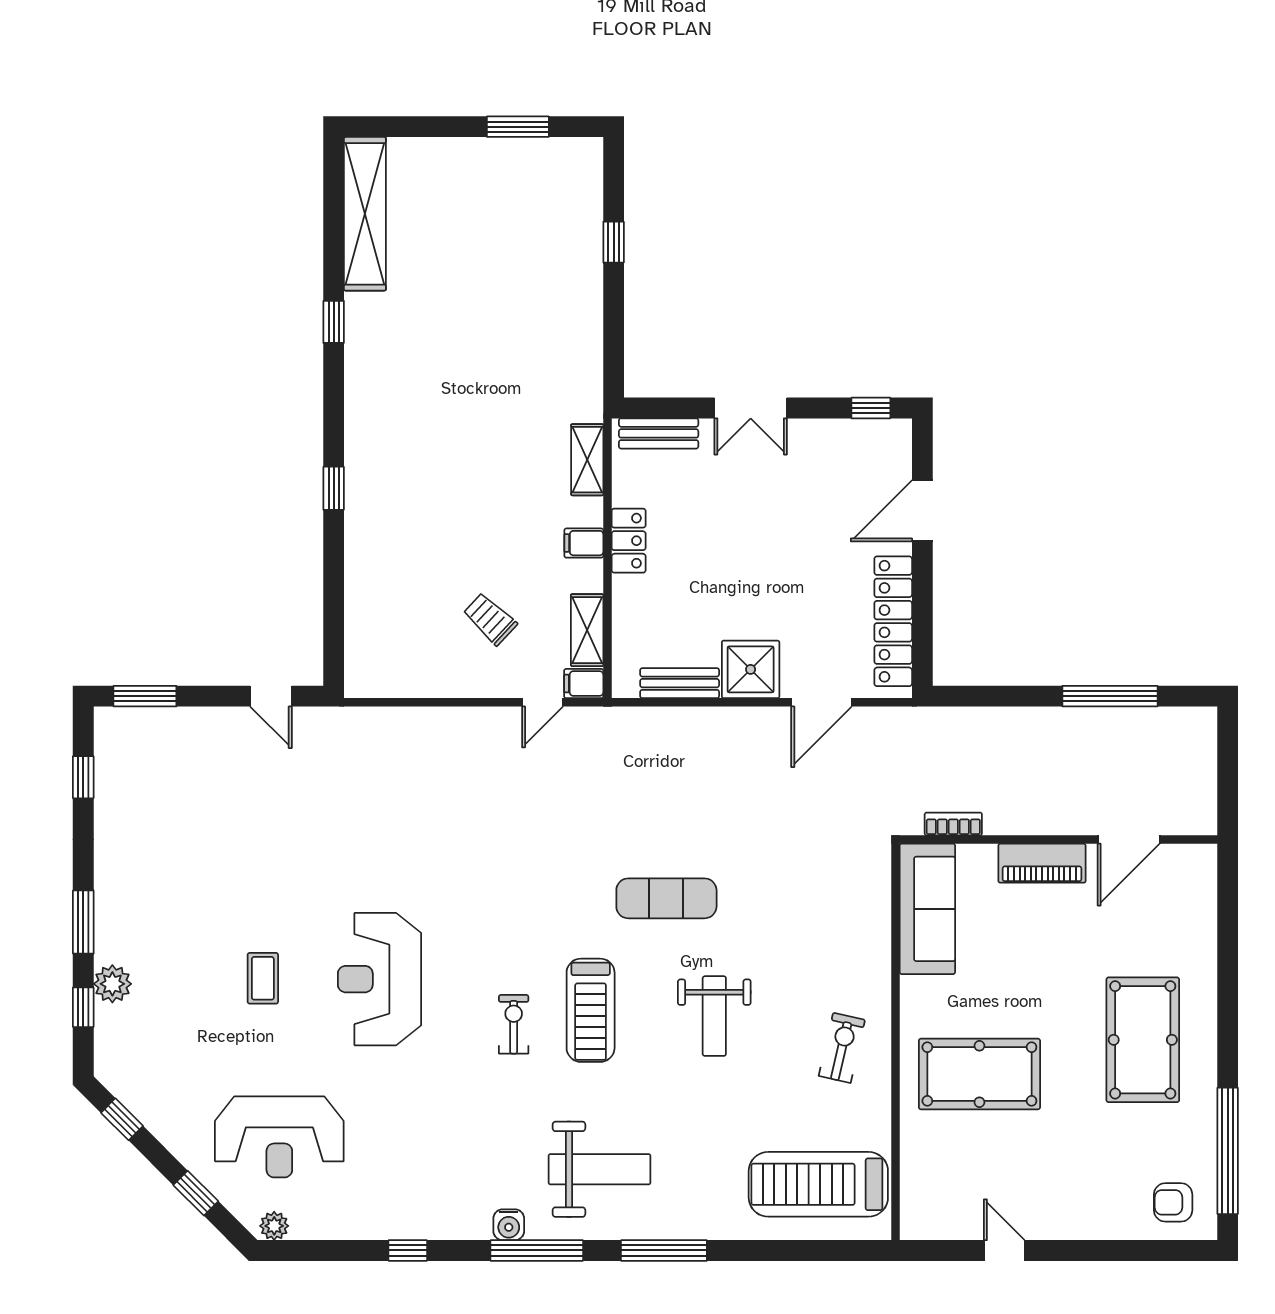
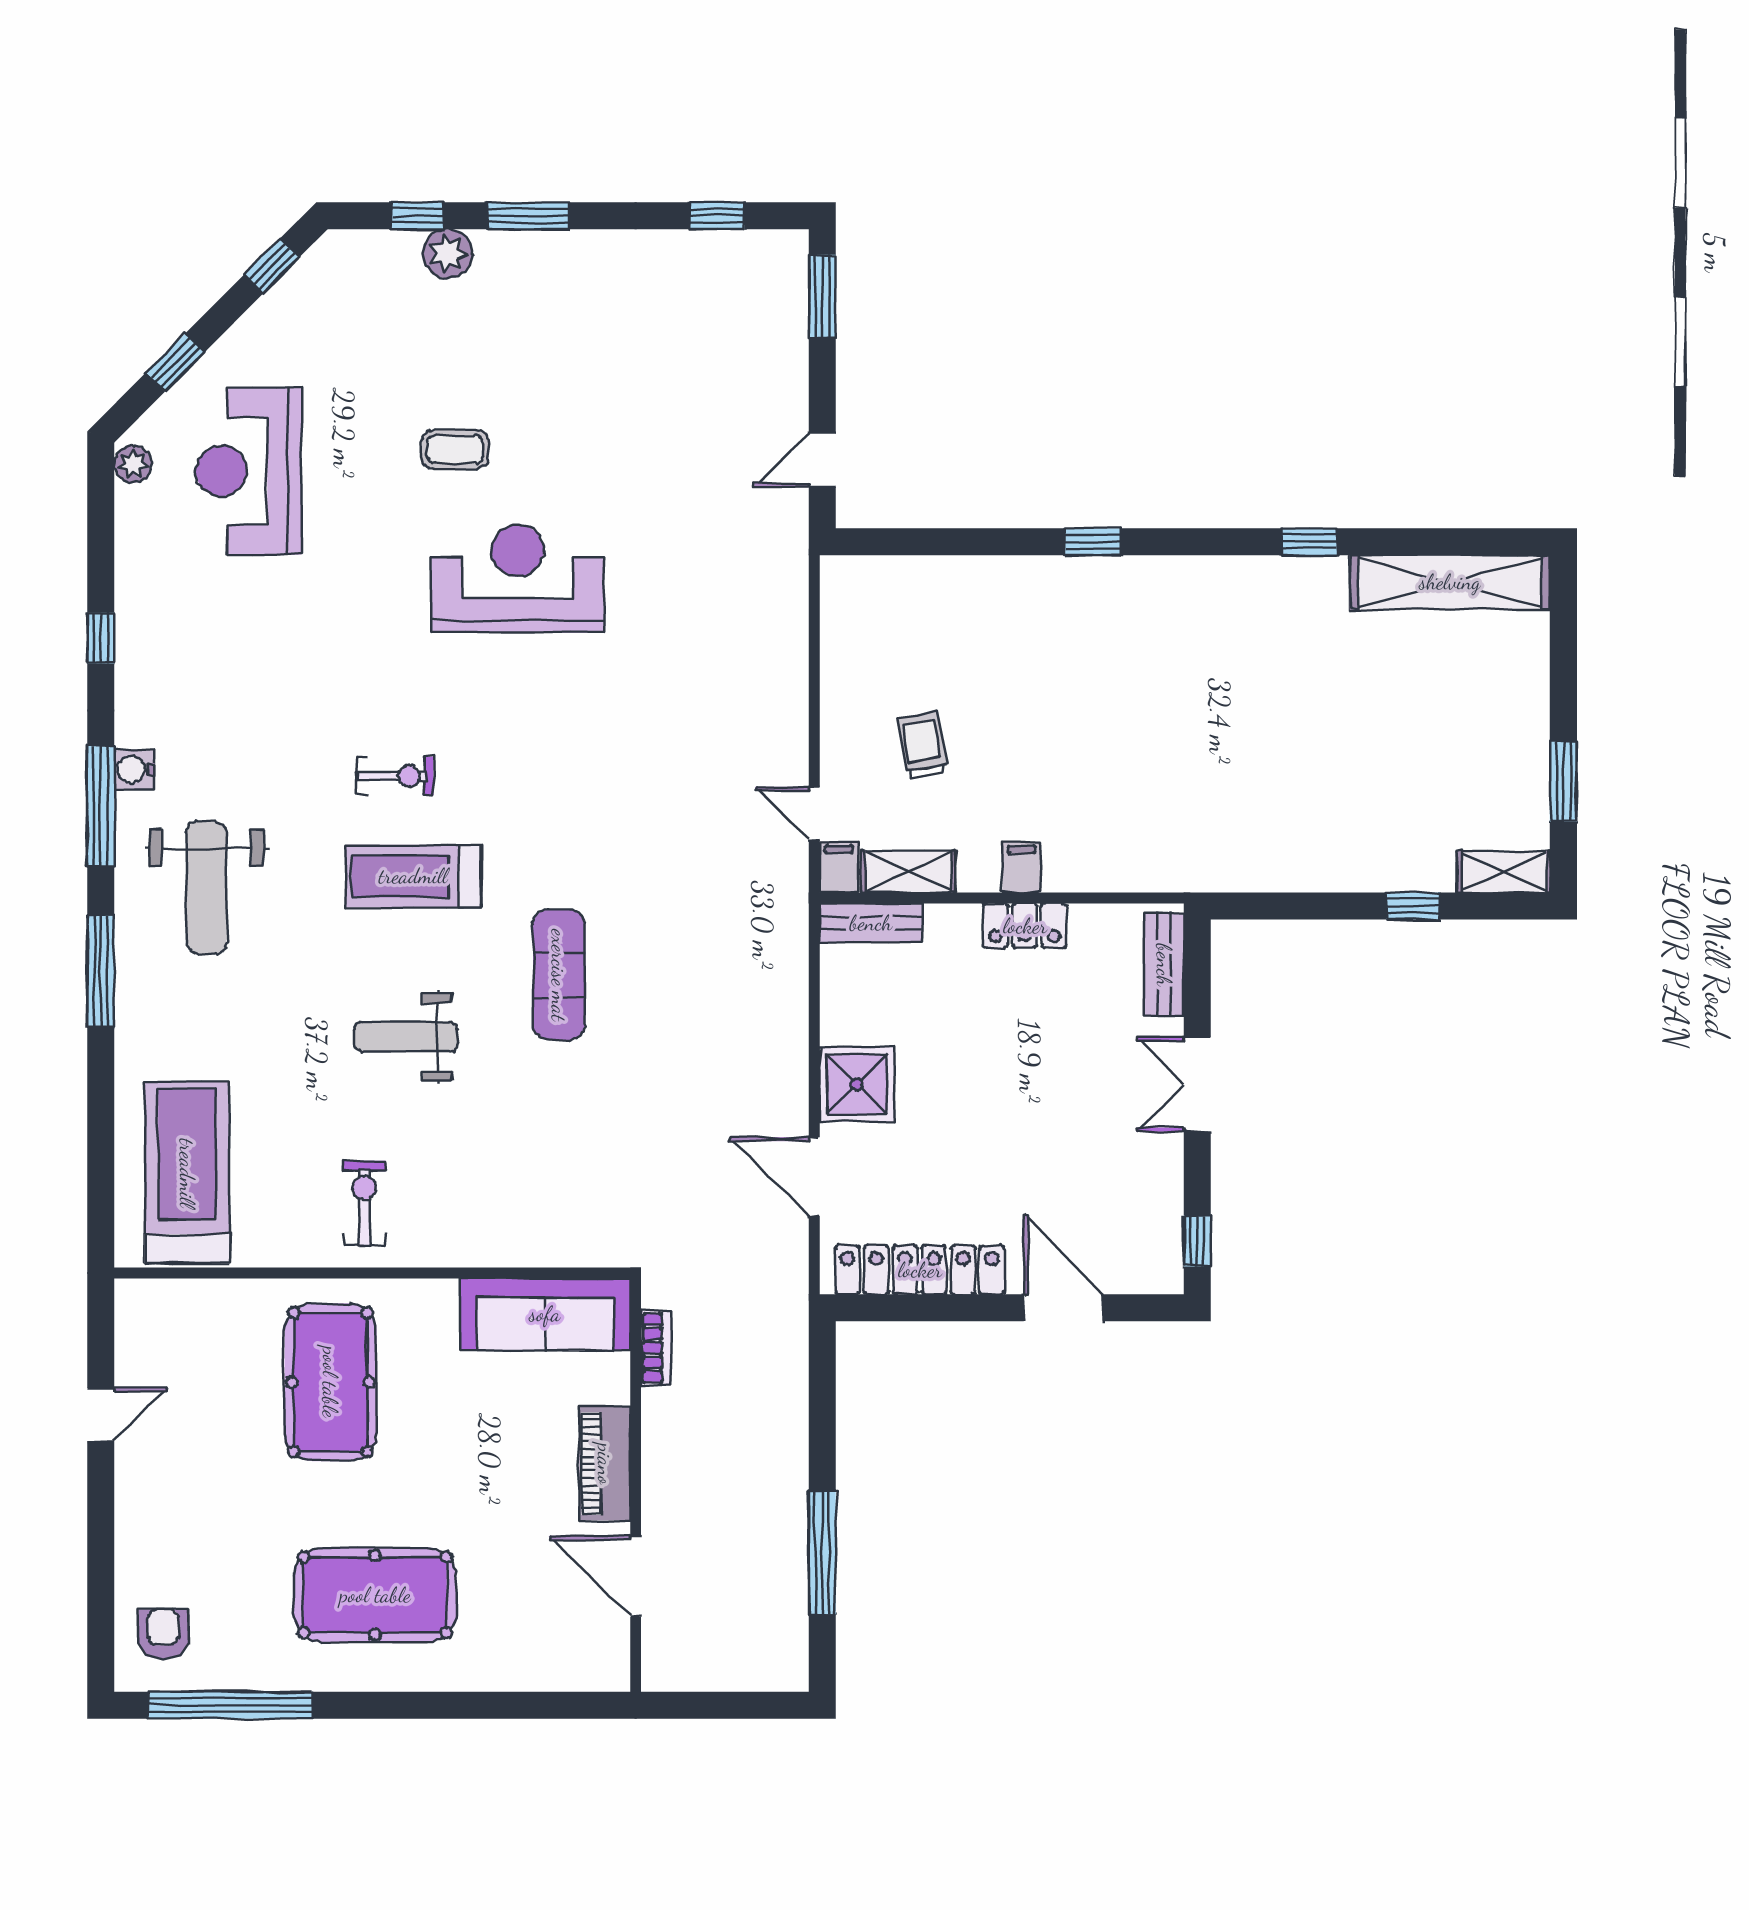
shelving: (587, 460) -> (1504, 872), moved
trolley: (490, 619) -> (923, 745), turned -53
bench: (680, 683) -> (871, 923), moved, turned 90
reception desk: (379, 979) -> (517, 579), moved
exercise bike: (842, 1048) -> (364, 1203), turned -103

